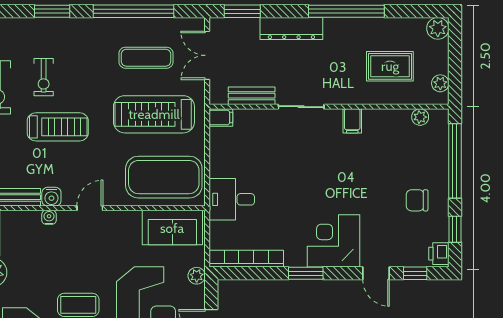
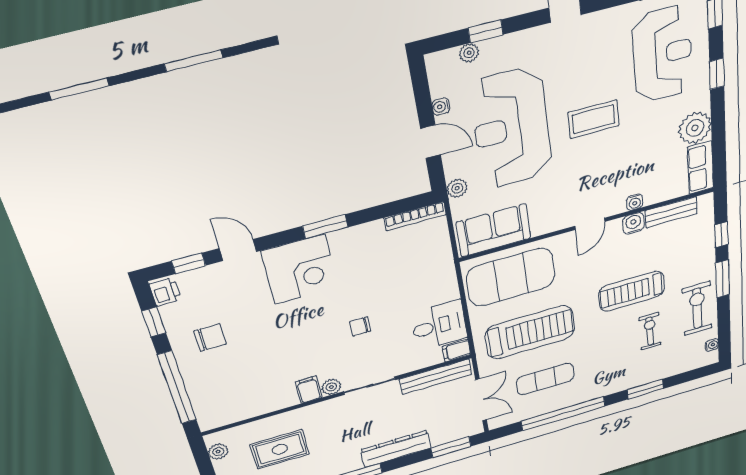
bench: (252, 96) -> (436, 377), width x1.36
plant: (420, 117) -> (331, 387), moved
chair: (297, 170) -> (360, 326), added
desk: (232, 199) -> (439, 325), moved
bookcase: (246, 259) -> (415, 216), width x0.68, depth x0.76

